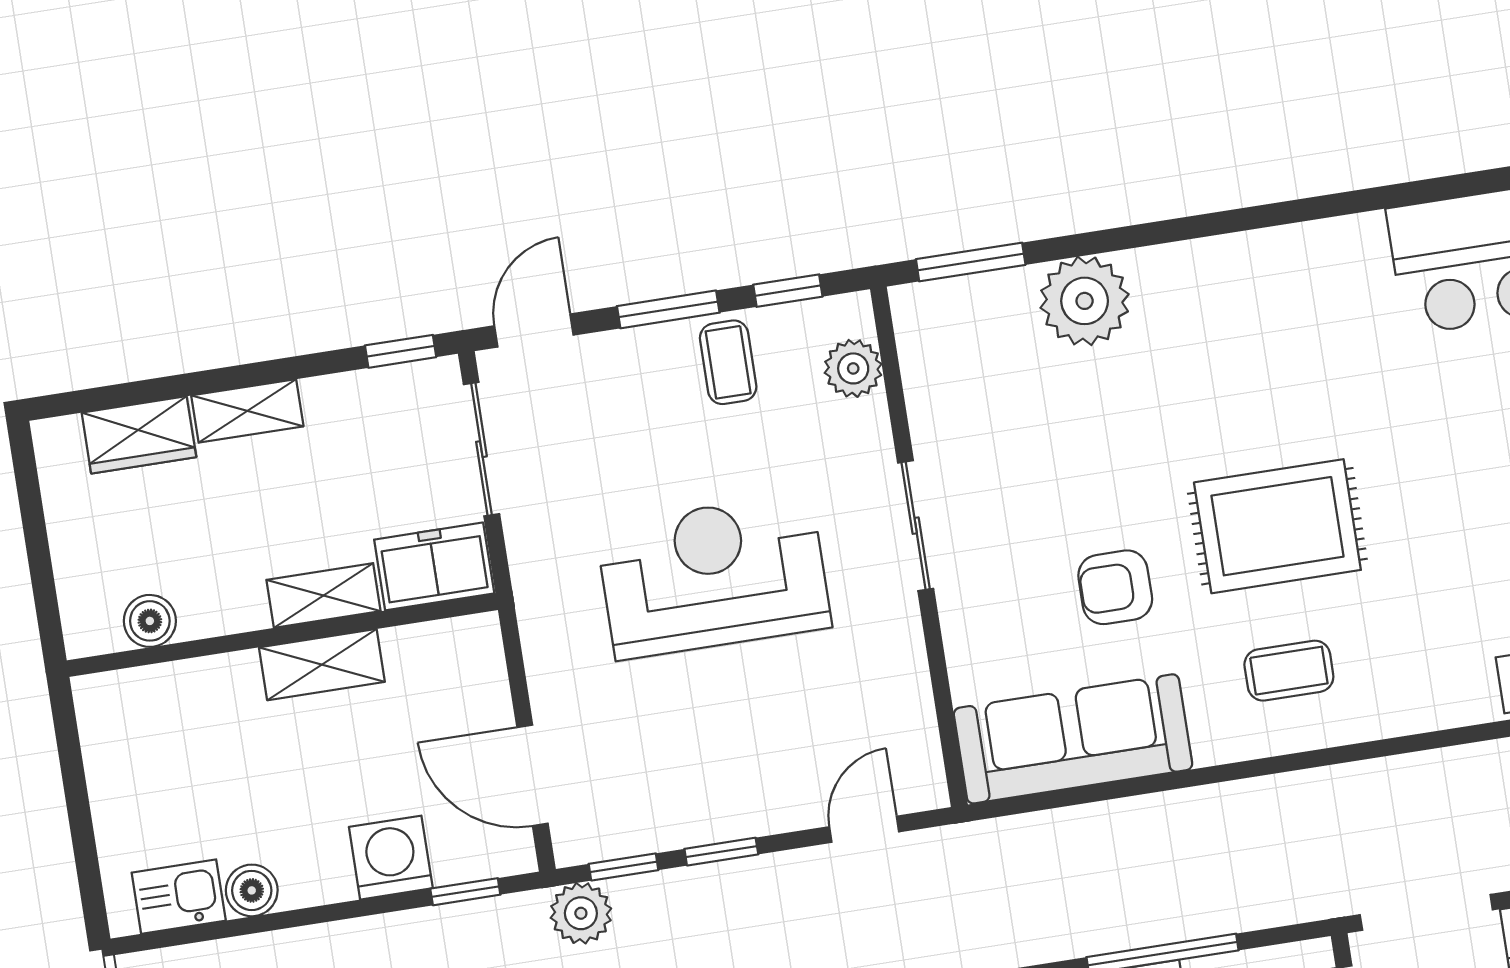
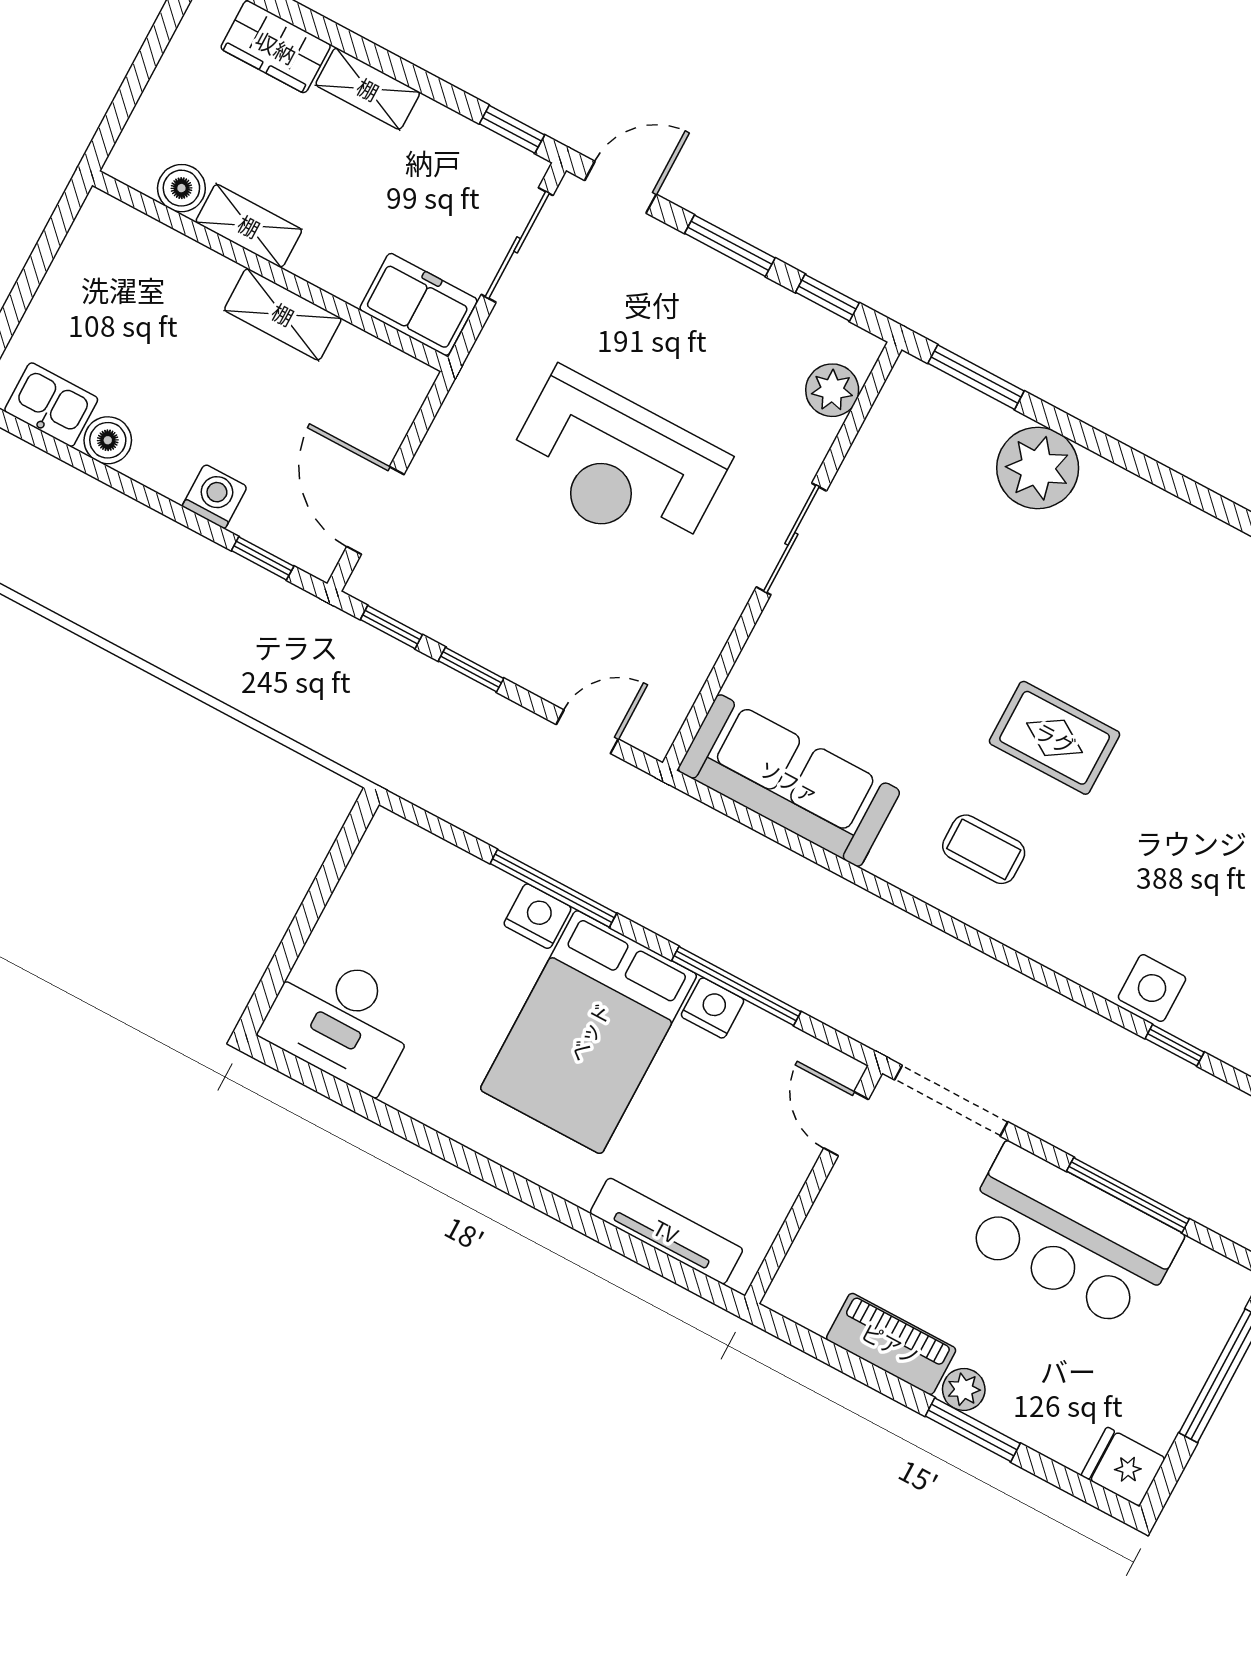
coffee table: (728, 362) -> (744, 317), removed
rug: (1277, 526) -> (1055, 738), width x0.73, depth x0.70
reception desk: (713, 576) -> (616, 465), turned 180
armchair: (1115, 587) -> (903, 693), removed
shelving: (324, 595) -> (249, 226), moved
washing machine: (391, 858) -> (215, 496), width x0.73, depth x0.73
plant: (581, 913) -> (335, 638), removed

